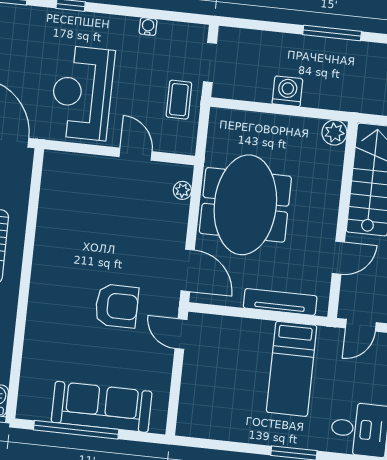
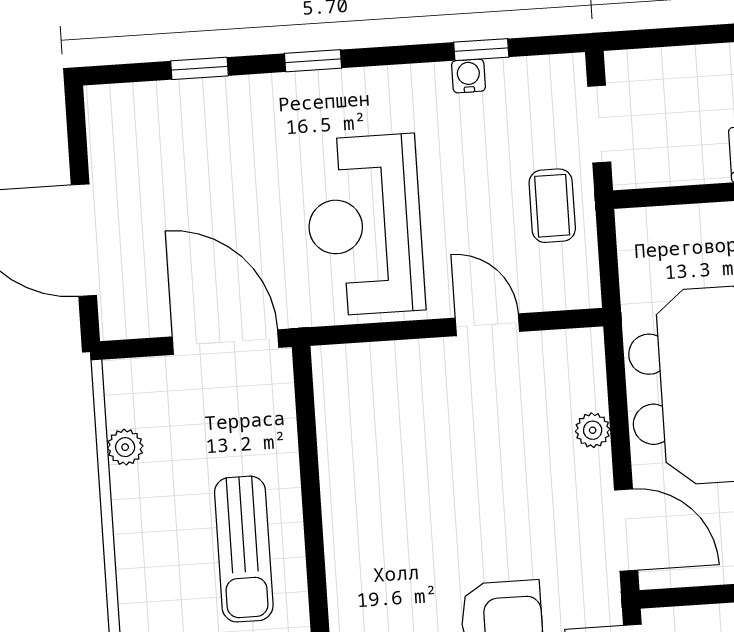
window: (157, 14) -> (481, 50), added
plant: (182, 190) -> (593, 430), moved

